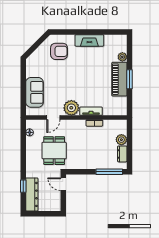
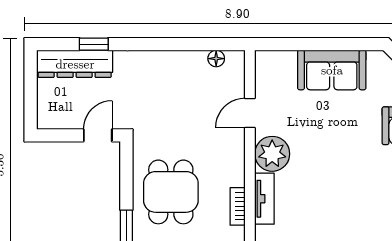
sofa: (35, 92) -> (332, 70), moved
door: (53, 118) -> (250, 113), hinge flipped
dining table: (54, 151) -> (171, 192), moved, turned 90

